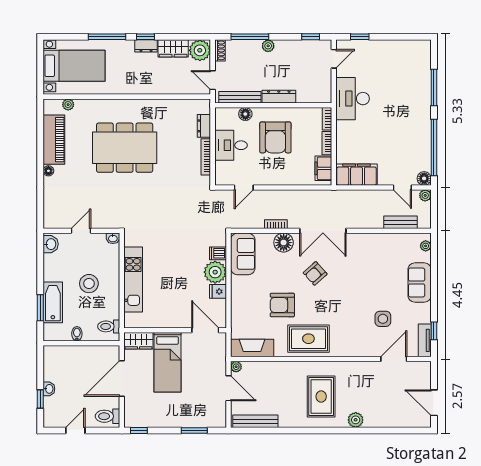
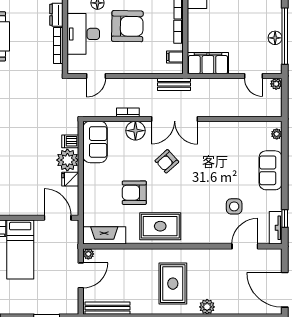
armchair: (275, 137) -> (127, 26), turned -89
desk: (231, 145) -> (83, 34), width x1.37
filing cabinet: (323, 168) -> (175, 57), width x0.50
floor lamp: (424, 178) -> (275, 38), moved
bench: (401, 222) -> (174, 84), moved
door: (228, 388) -> (81, 275), hinge flipped
door: (434, 403) -> (285, 290), width x1.36

